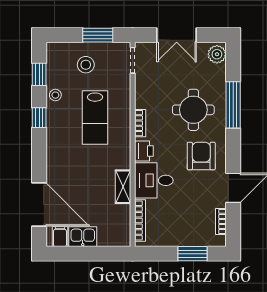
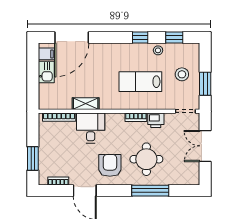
plant: (217, 54) -> (190, 178), removed
printer: (144, 151) -> (156, 120), moved
armchair: (201, 156) -> (110, 165), turned -90

